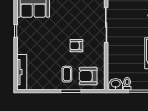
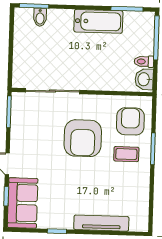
armchair: (76, 46) -> (83, 138), width x1.88, depth x1.88
tv unit: (22, 72) -> (101, 223), moved
armchair: (88, 76) -> (130, 121), turned 180

